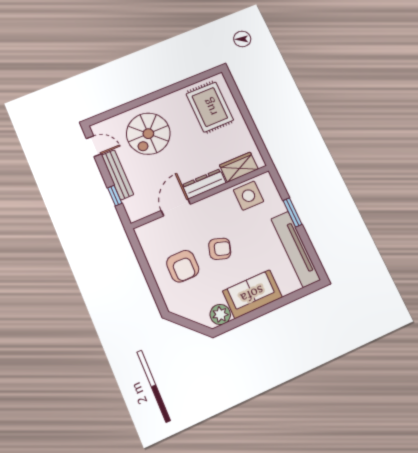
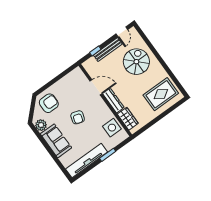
spiral stairs: (148, 134) -> (136, 62), turned 90
armchair: (183, 266) -> (49, 103), moved, turned 180

